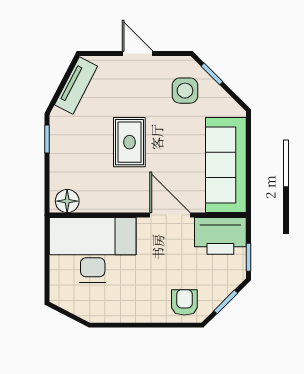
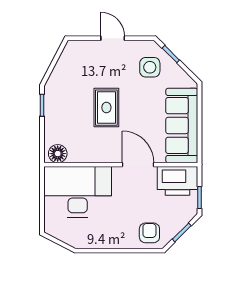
tv unit: (76, 86) -> (65, 63), removed

